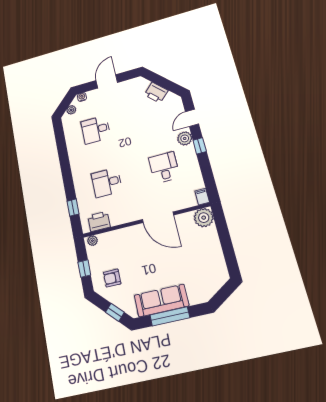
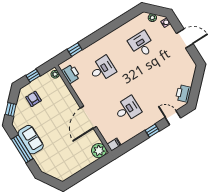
printer: (156, 93) -> (184, 94), moved
plant: (185, 138) -> (155, 117), removed
desk: (107, 182) -> (102, 69), turned 90
sofa: (161, 301) -> (31, 140), width x0.73

